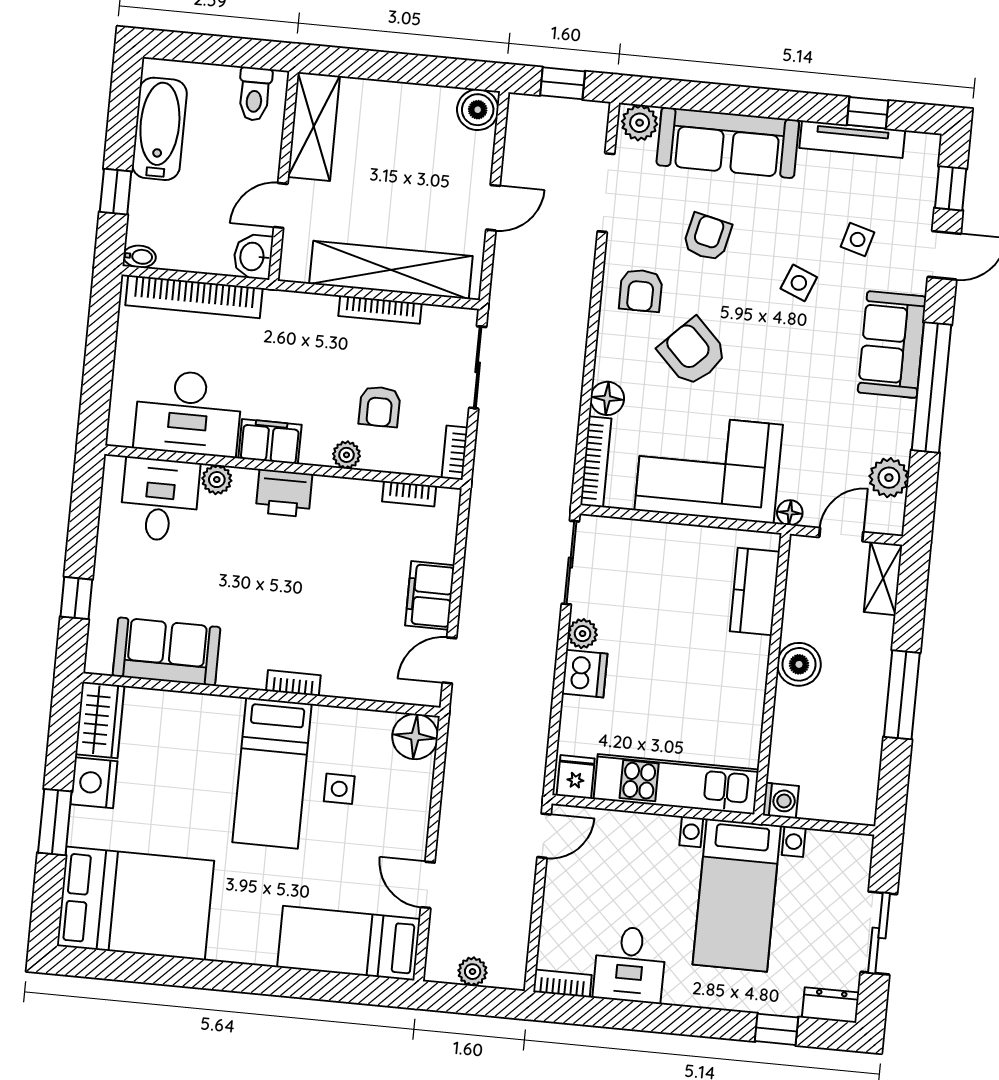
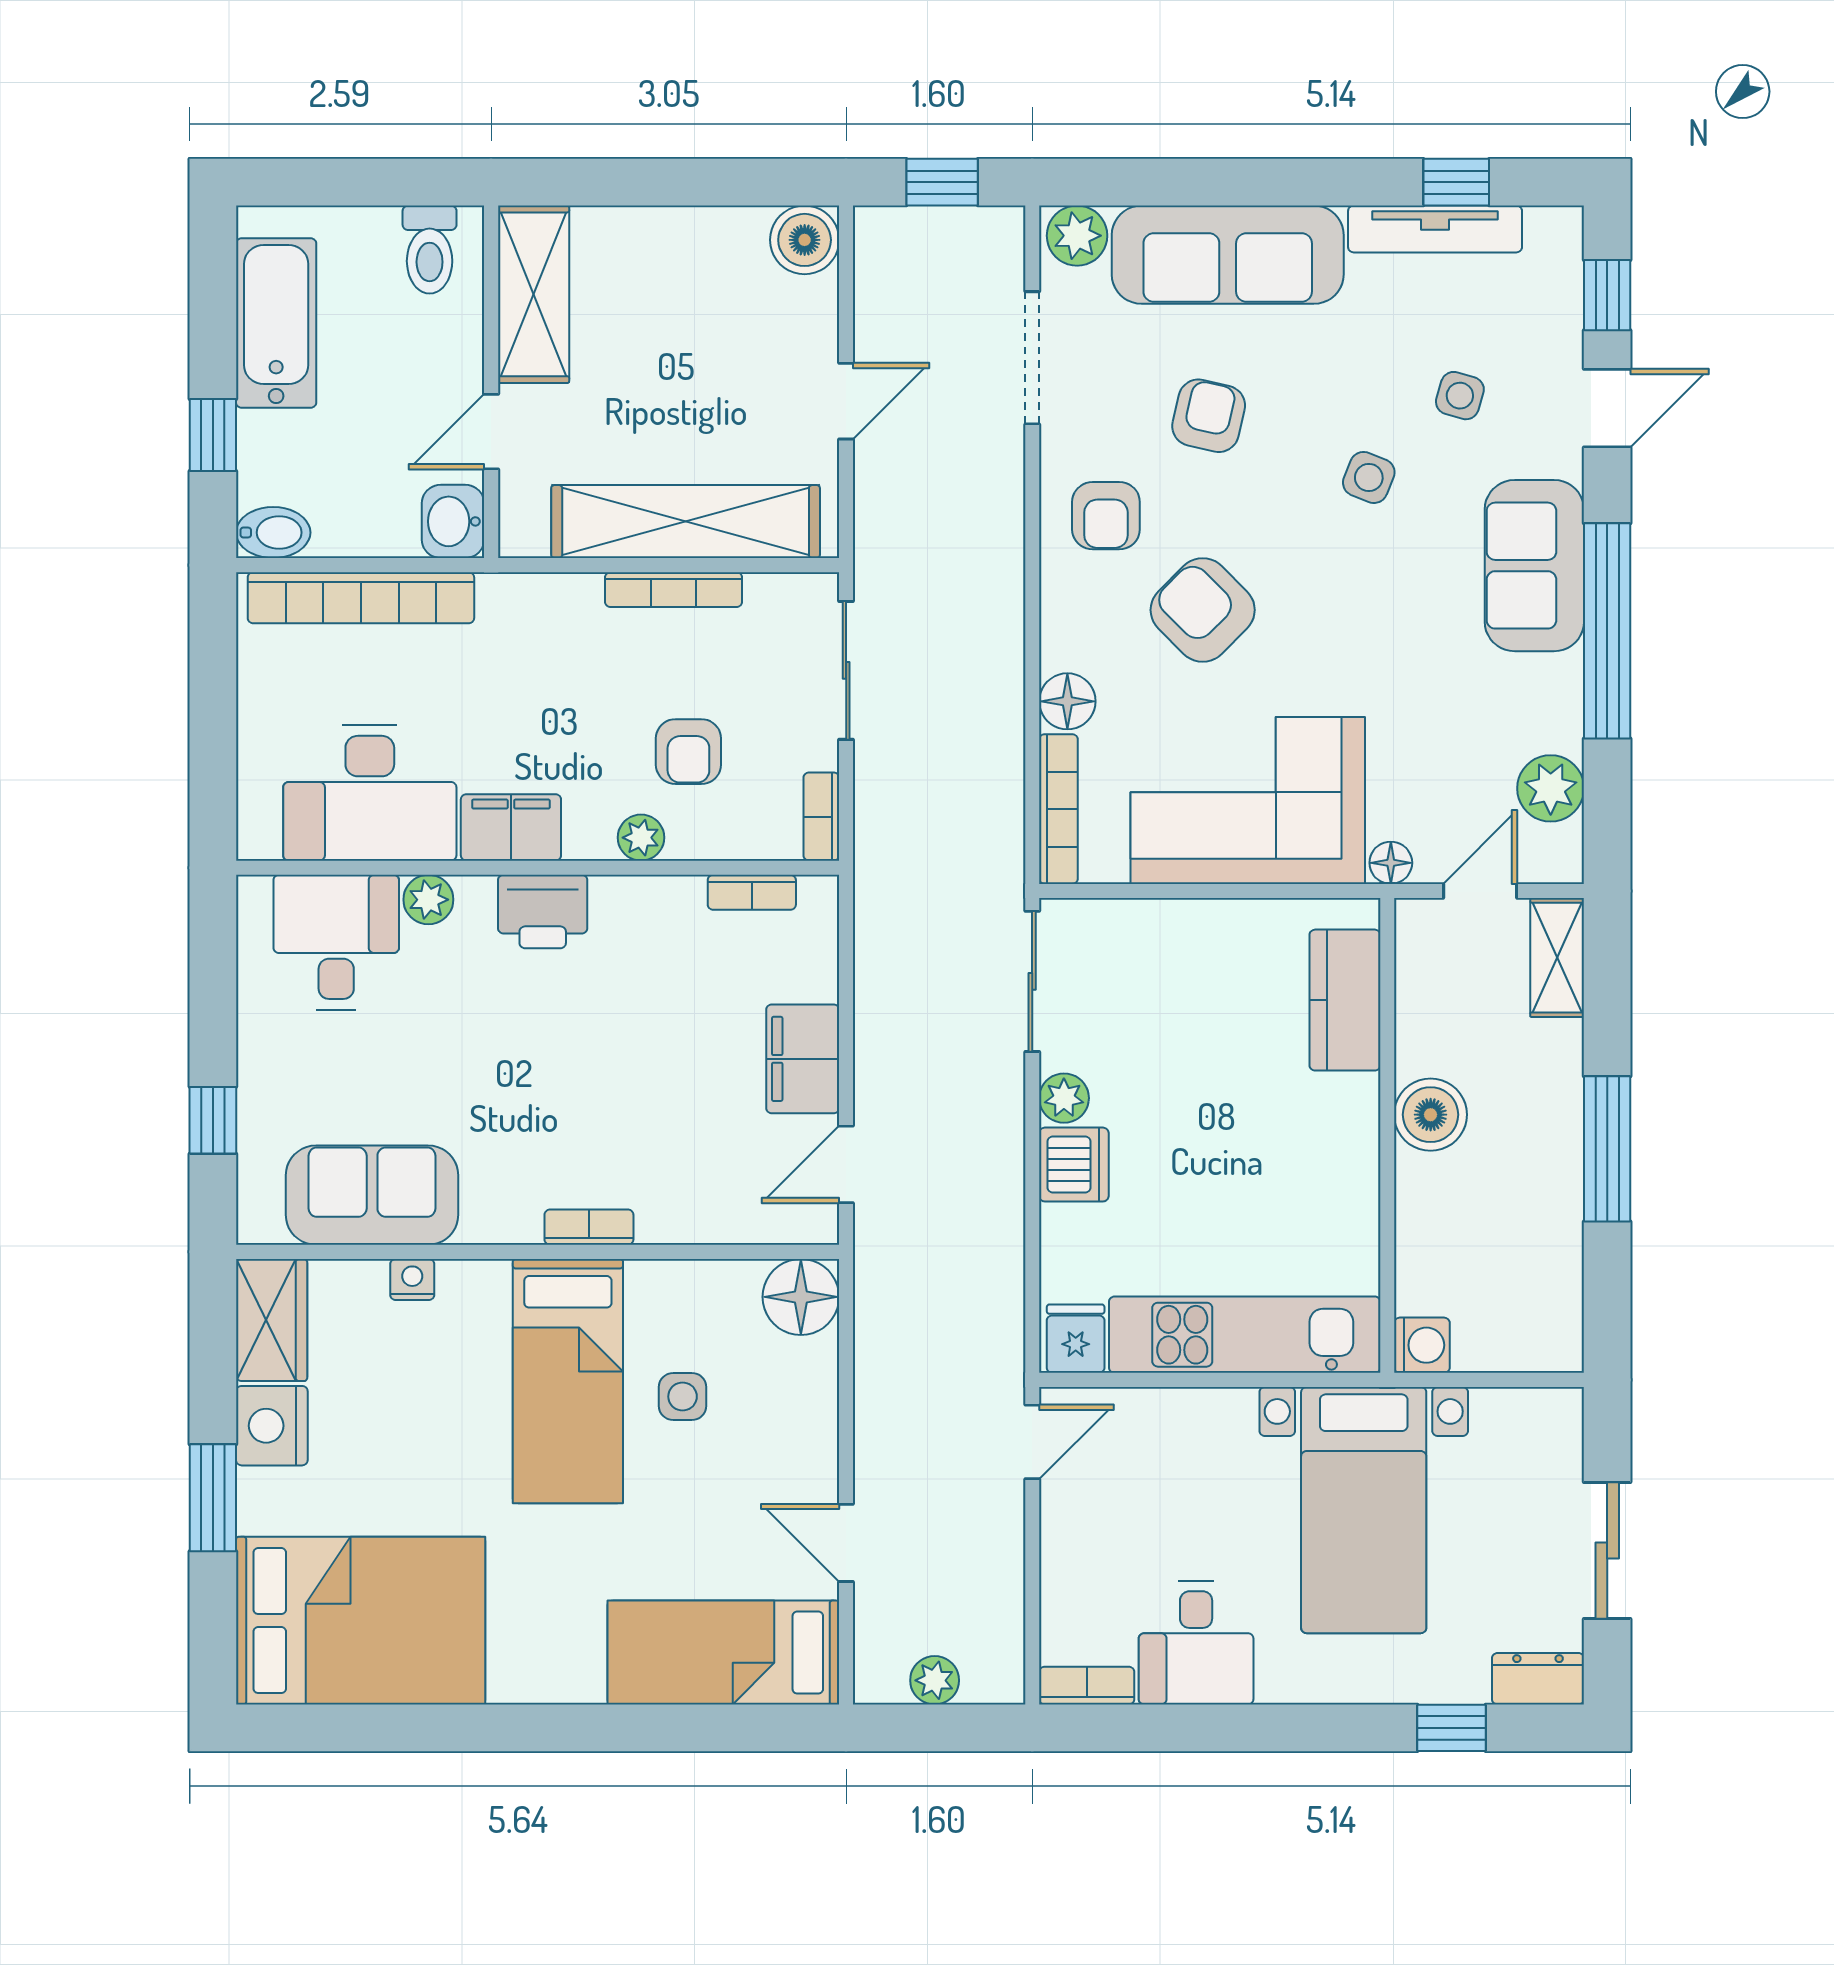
bidet: (140, 257) -> (273, 533), width x1.38, depth x1.36
nightstand: (186, 704) -> (412, 1279), added

